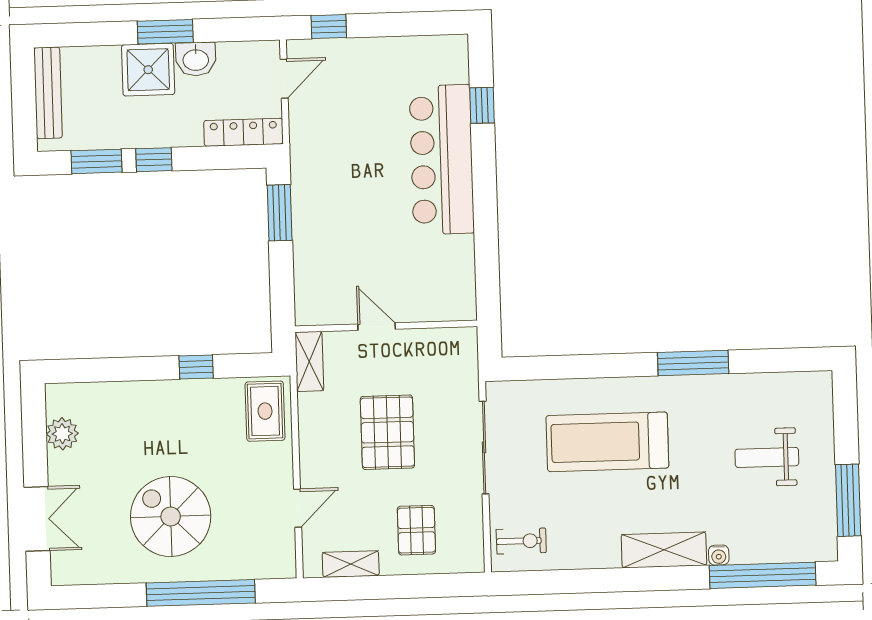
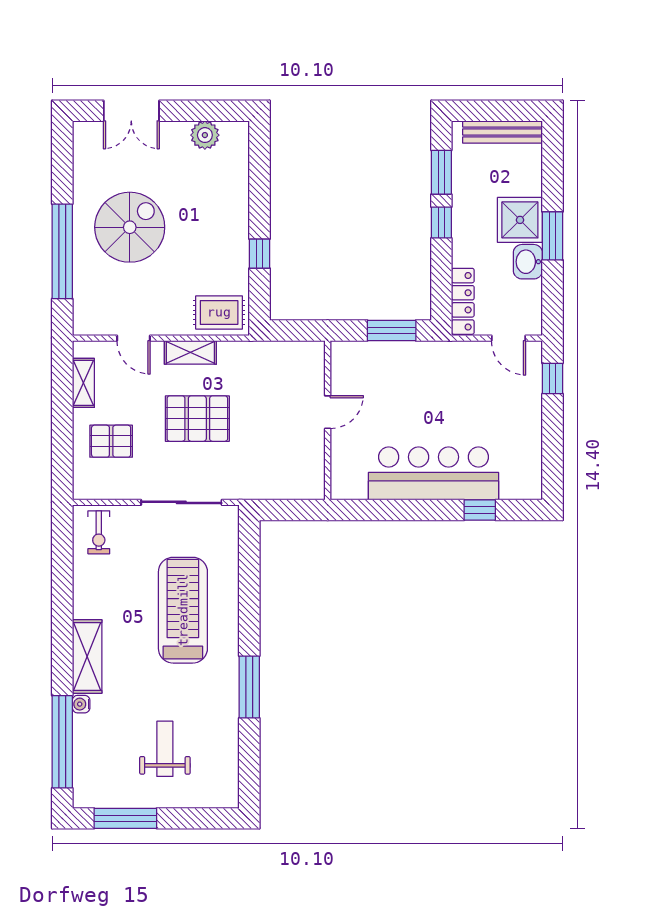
wall: (386, 326) -> (328, 420), moved
door: (377, 327) -> (328, 412), moved
shelving: (309, 361) -> (190, 352), moved

